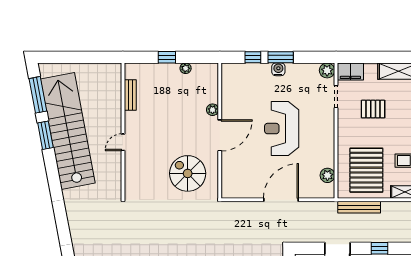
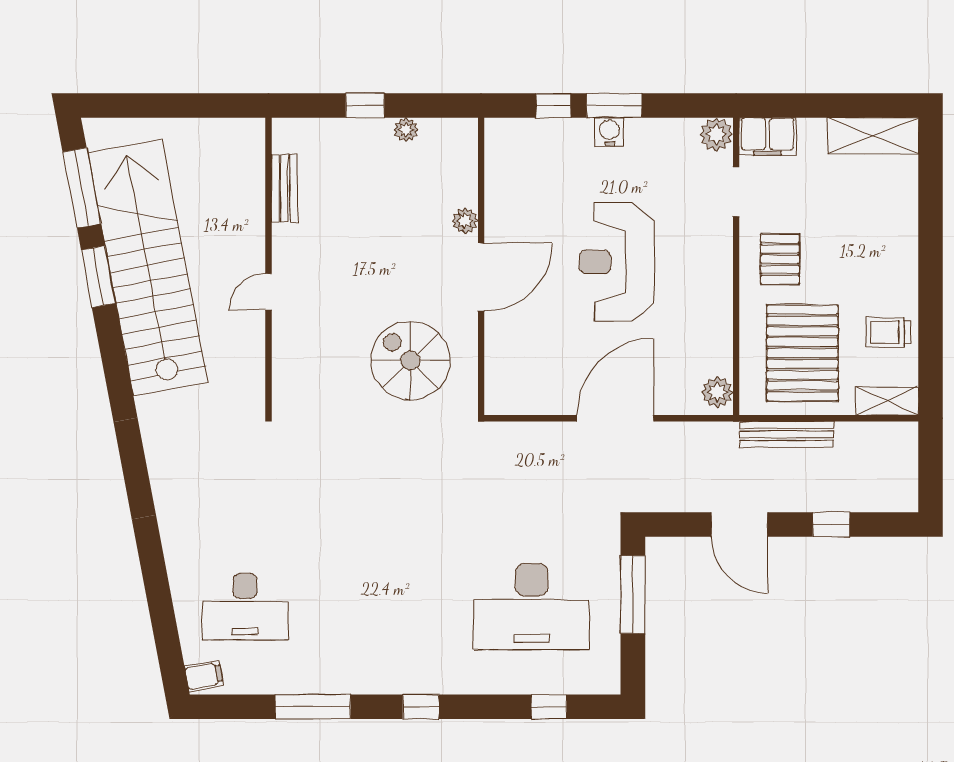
pallet: (373, 109) -> (780, 259), moved, turned 90
plant: (327, 175) -> (717, 392), moved

